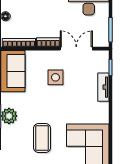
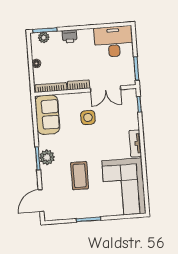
double door: (76, 49) -> (105, 89), swing flipped
tv unit: (103, 87) -> (135, 143), moved

